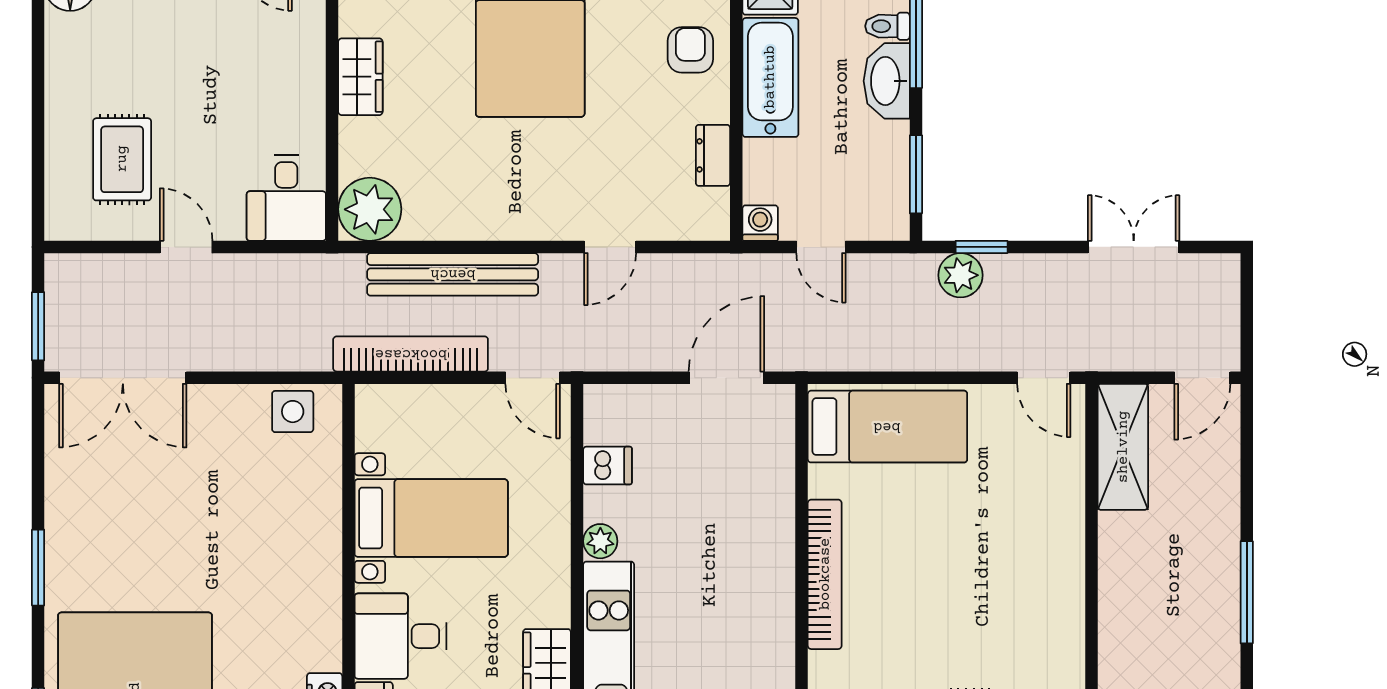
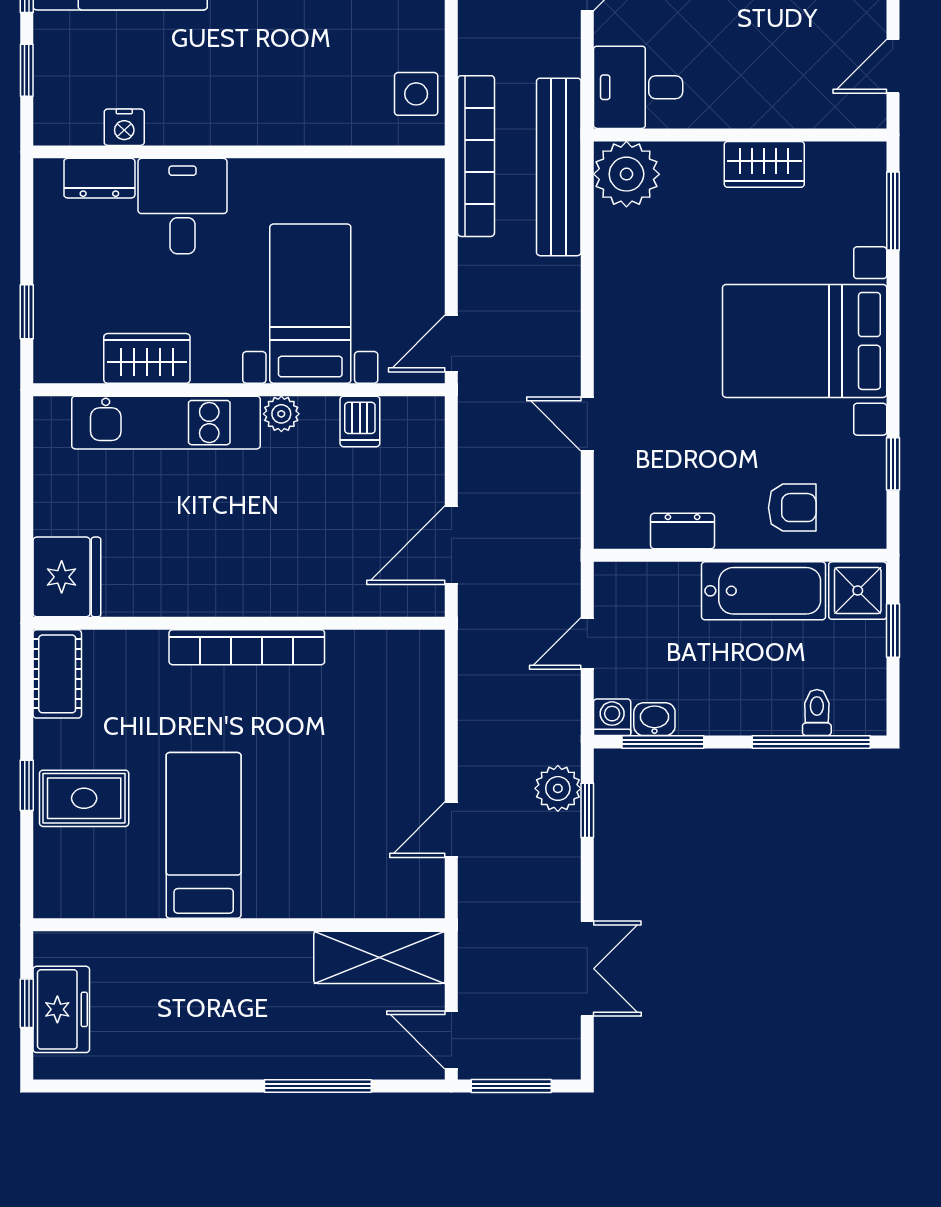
washbasin: (887, 81) -> (654, 719), moved, width x0.52, depth x0.69
washing machine: (760, 223) -> (612, 717), moved, turned -90
bench: (453, 274) -> (559, 167), moved
window: (1247, 320) -> (511, 1086), added
bookcase: (411, 354) -> (476, 156), moved
door: (726, 378) -> (451, 545), swing flipped
door: (1044, 378) -> (451, 830), moved
bed: (887, 427) -> (204, 835), moved, turned 180
bed with nightstands: (431, 518) -> (310, 304), moved, turned 180
window: (1247, 592) -> (318, 1086), moved

